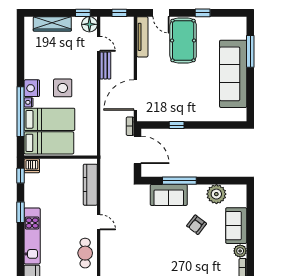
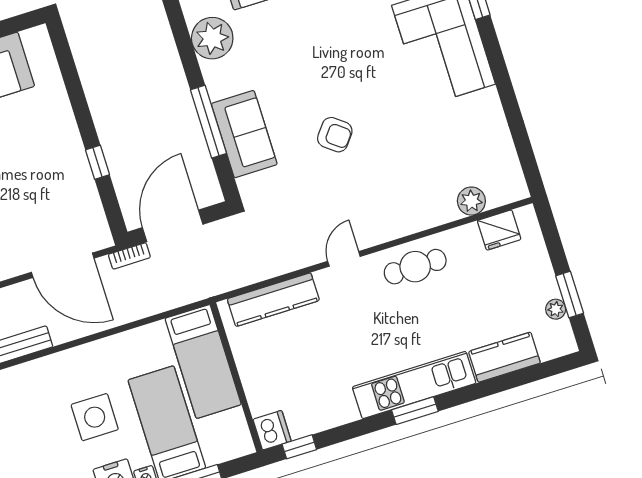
bed: (49, 143) -> (203, 361), moved, turned 180
window: (21, 212) -> (415, 411), moved
armchair: (197, 225) -> (335, 135), moved

